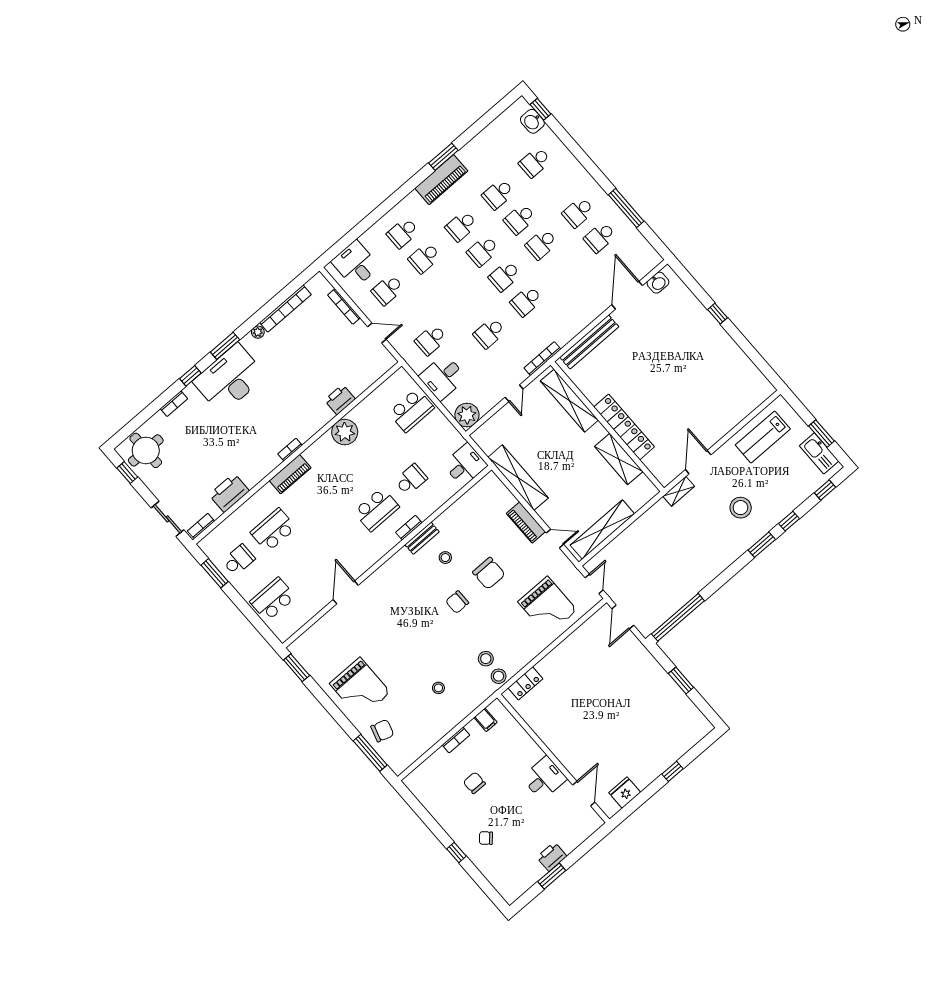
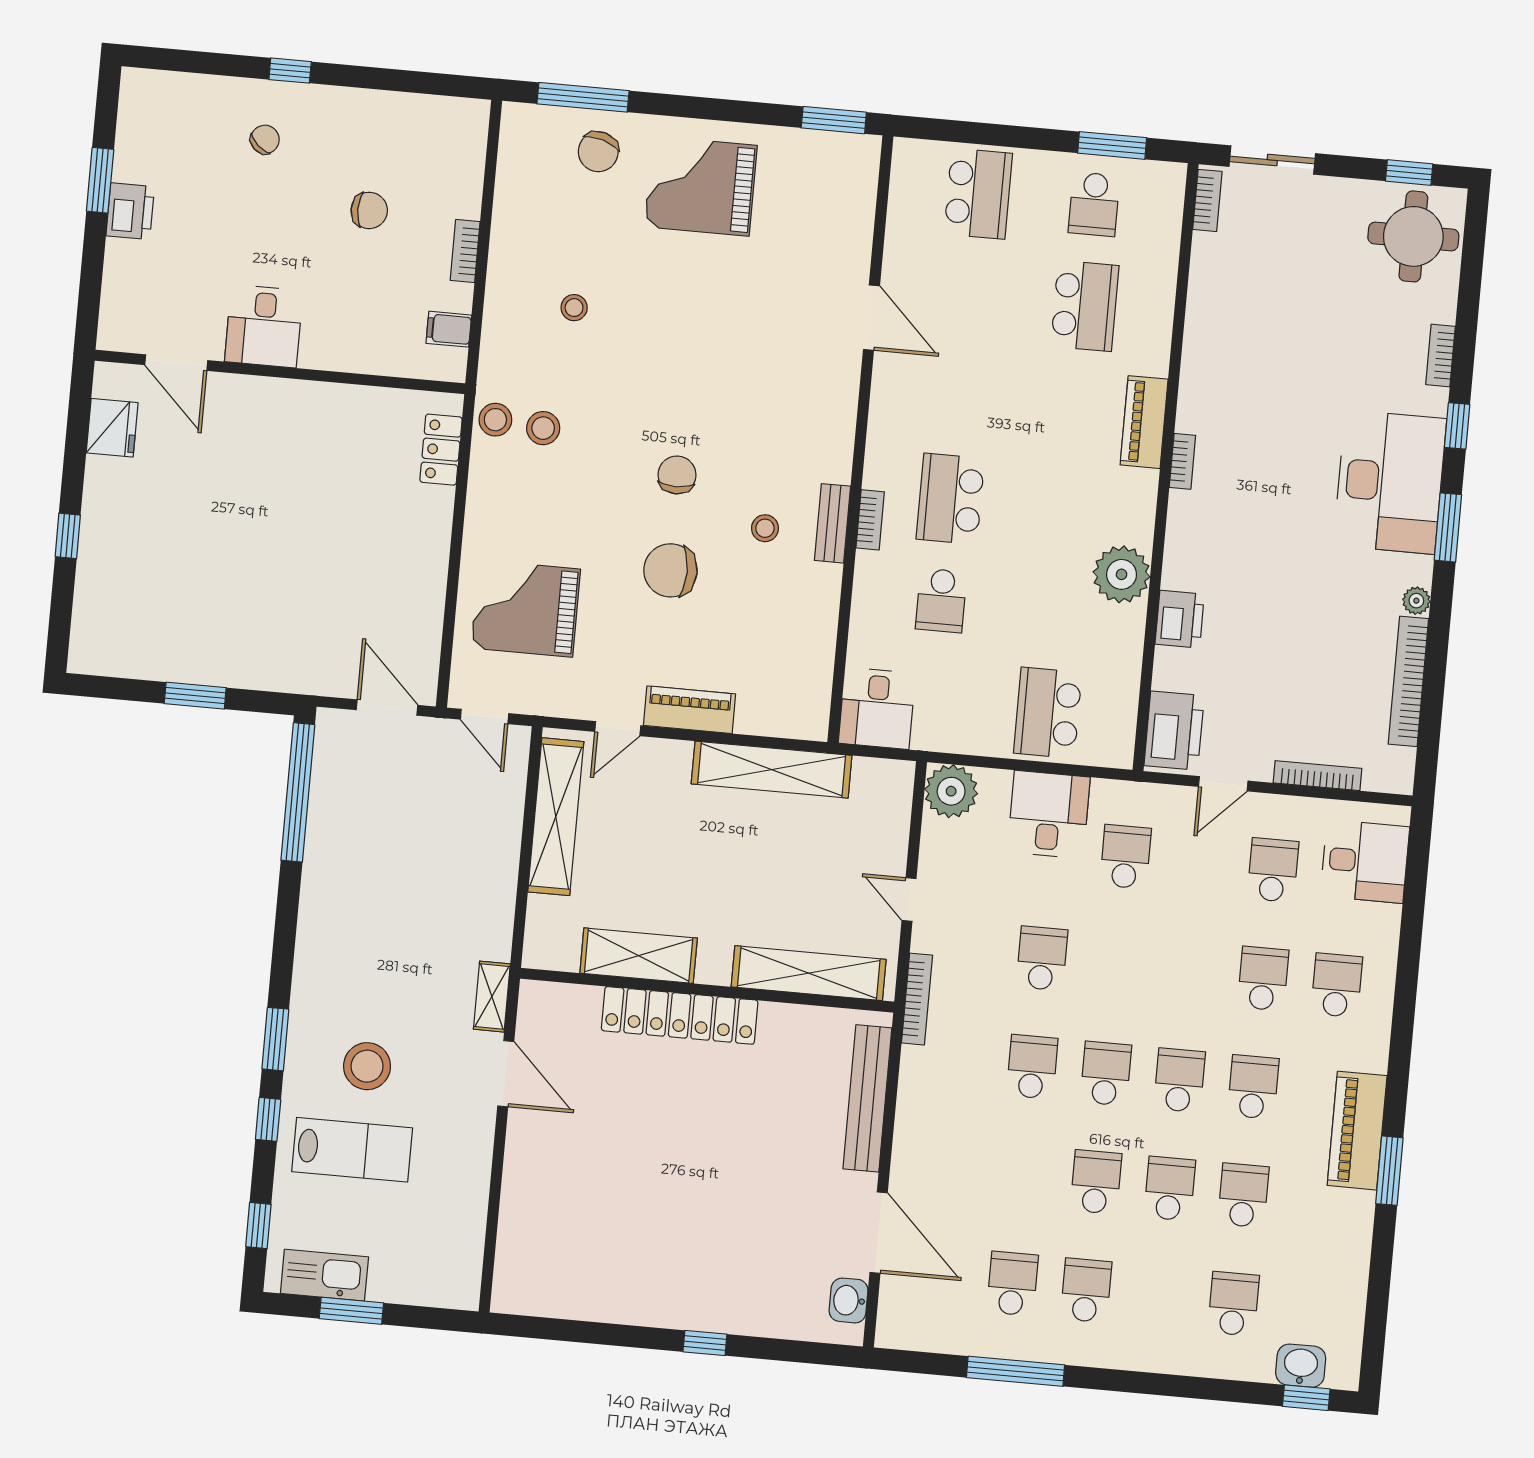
lab bench: (763, 437) -> (352, 1150), moved, turned 90
printer: (229, 493) -> (1174, 731), moved

